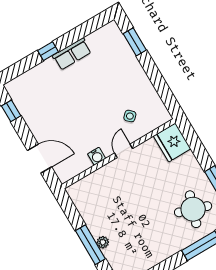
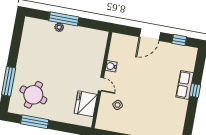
row of seats: (72, 54) -> (185, 85), moved
fridge: (172, 142) -> (86, 104), moved, turned -90
door: (39, 159) -> (150, 35), moved

